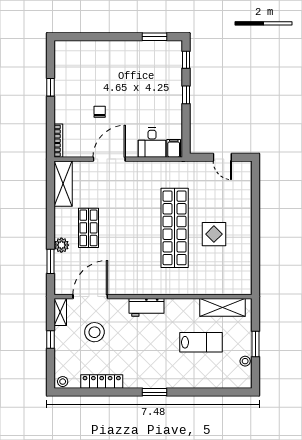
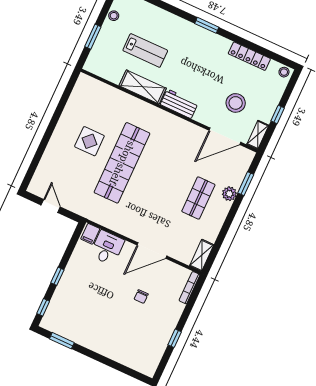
shelving: (63, 184) -> (202, 255), width x0.67, depth x0.75
shelving: (223, 307) -> (143, 87), moved
lab bench: (201, 342) -> (145, 50), turned 180
window: (256, 344) -> (93, 37), moved

